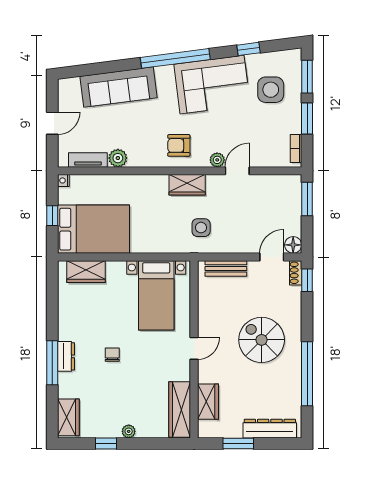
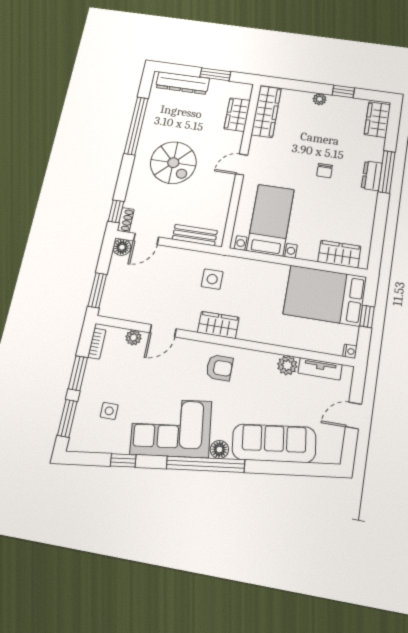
floor lamp: (165, 73) -> (219, 450), added
side table: (271, 90) -> (109, 411), width x0.54, depth x0.54
plant: (217, 160) -> (133, 338), moved

